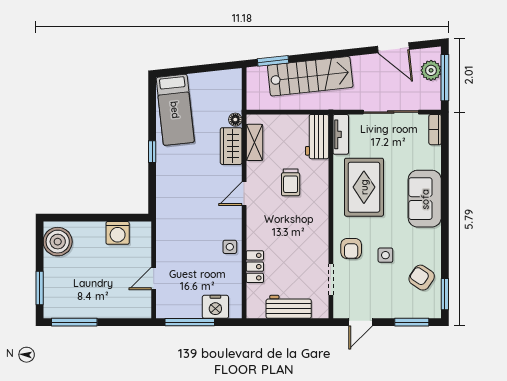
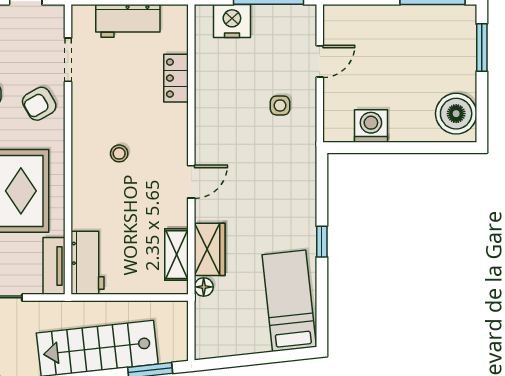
trolley: (291, 182) -> (125, 198), removed
stool: (295, 214) -> (119, 153), added
side table: (230, 247) -> (280, 105), moved
armchair: (351, 249) -> (39, 104), turned -120

